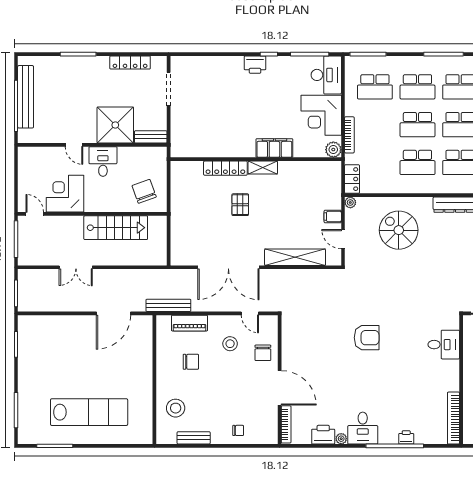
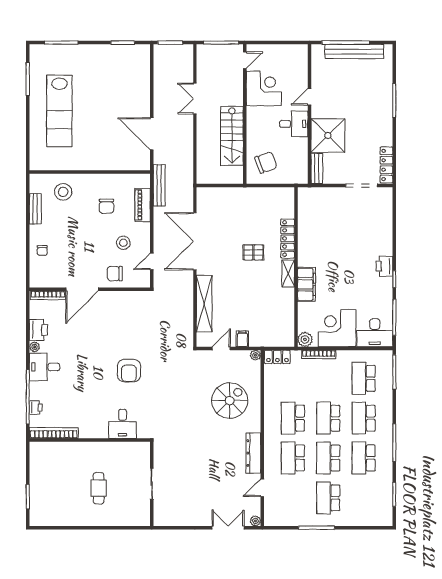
locker: (130, 62) -> (386, 165), moved
desk: (444, 345) -> (123, 424), moved
wall: (461, 380) -> (90, 440), moved
bookcase: (453, 418) -> (54, 433), moved

